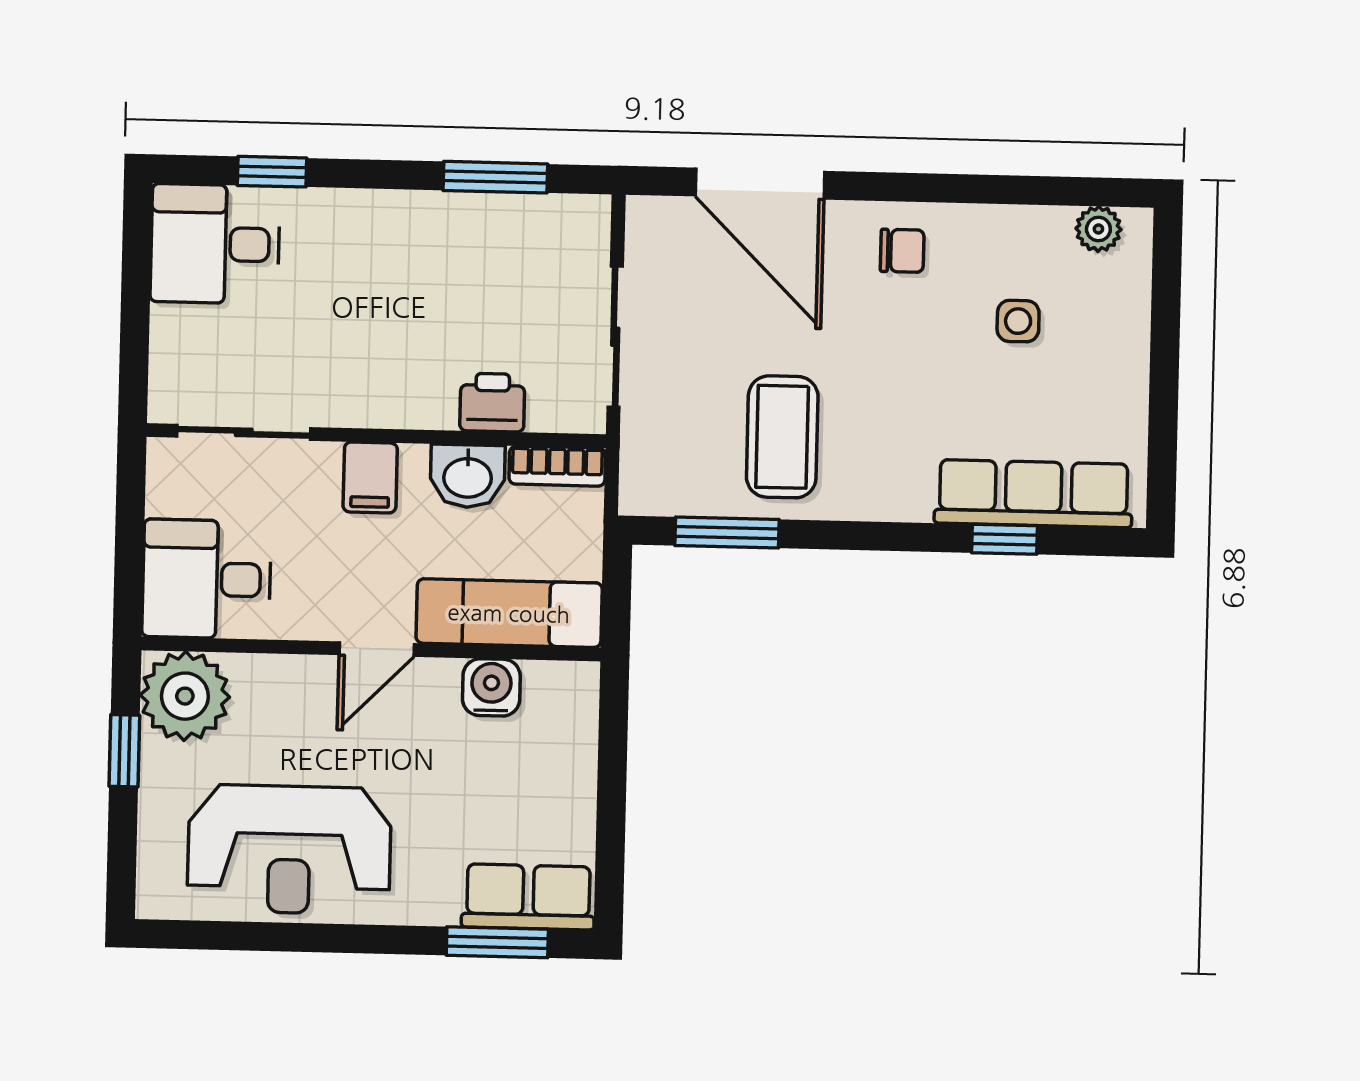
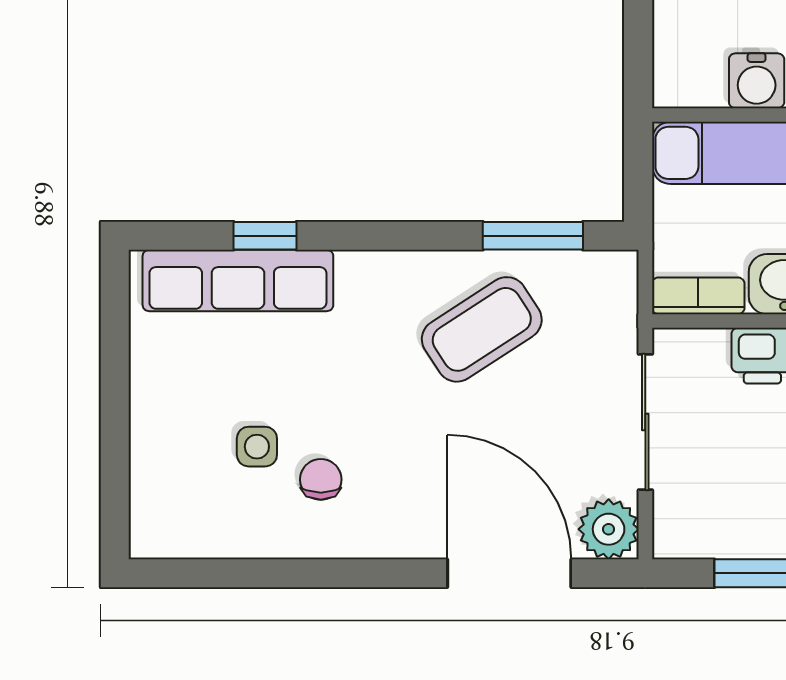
plant: (1098, 229) -> (609, 529), moved, width x1.38, depth x1.38
chair: (902, 251) -> (321, 479), moved, turned 90
coffee table: (782, 437) -> (482, 329), turned 57

